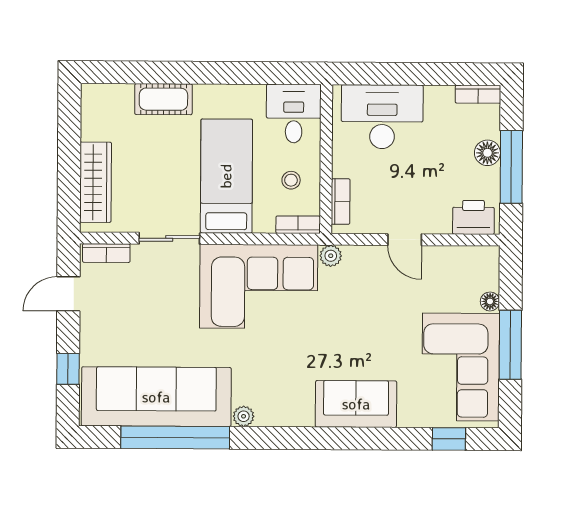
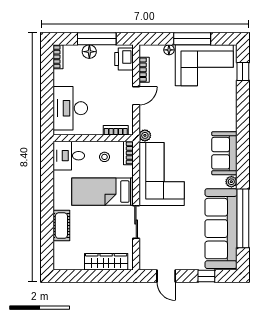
bookcase: (106, 253) -> (144, 70), moved
sofa: (356, 404) -> (224, 153), moved

